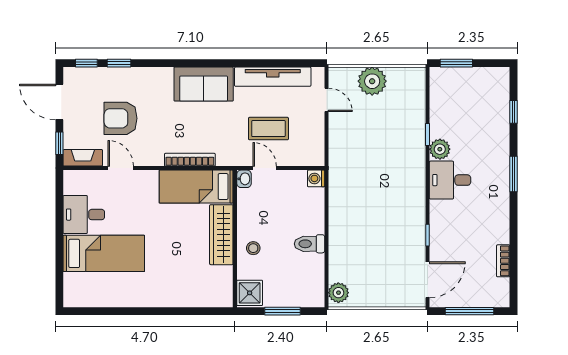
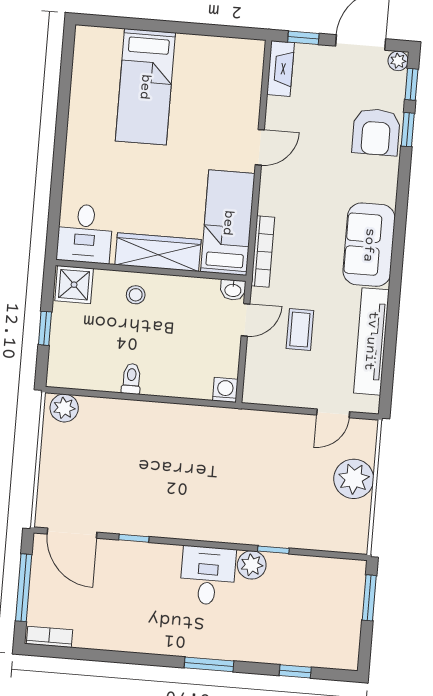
plant: (70, 74) -> (398, 61), added
armchair: (120, 118) -> (376, 132), moved, turned 180
coffee table: (268, 129) -> (300, 330), width x0.73, depth x0.77
bookcase: (190, 160) -> (263, 251), moved
door: (121, 168) -> (260, 147), moved
desk: (84, 215) -> (85, 233), moved, turned 180
toilet: (309, 244) -> (131, 379), width x0.73, depth x0.72
bookcase: (503, 261) -> (49, 637), moved
window: (283, 311) -> (45, 328), width x0.67

